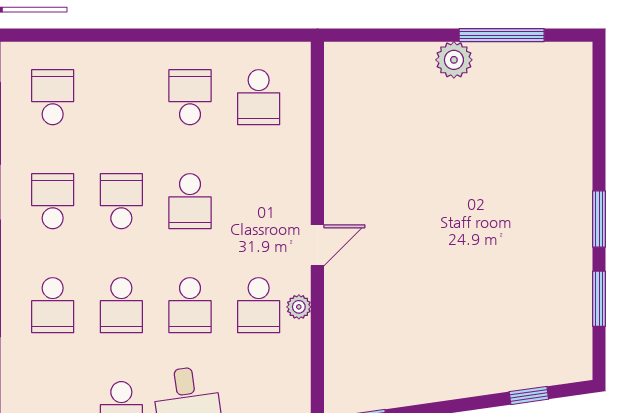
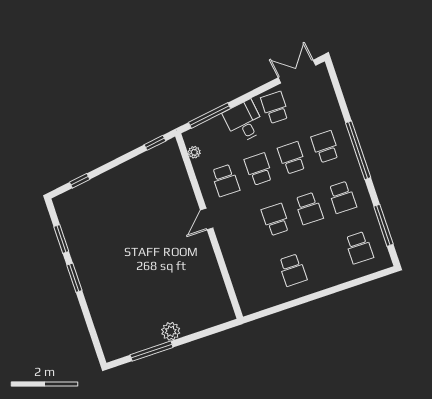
school desk: (259, 97) -> (259, 281), removed
school desk: (259, 305) -> (225, 180), turned 180
plant: (299, 307) -> (194, 152), moved

